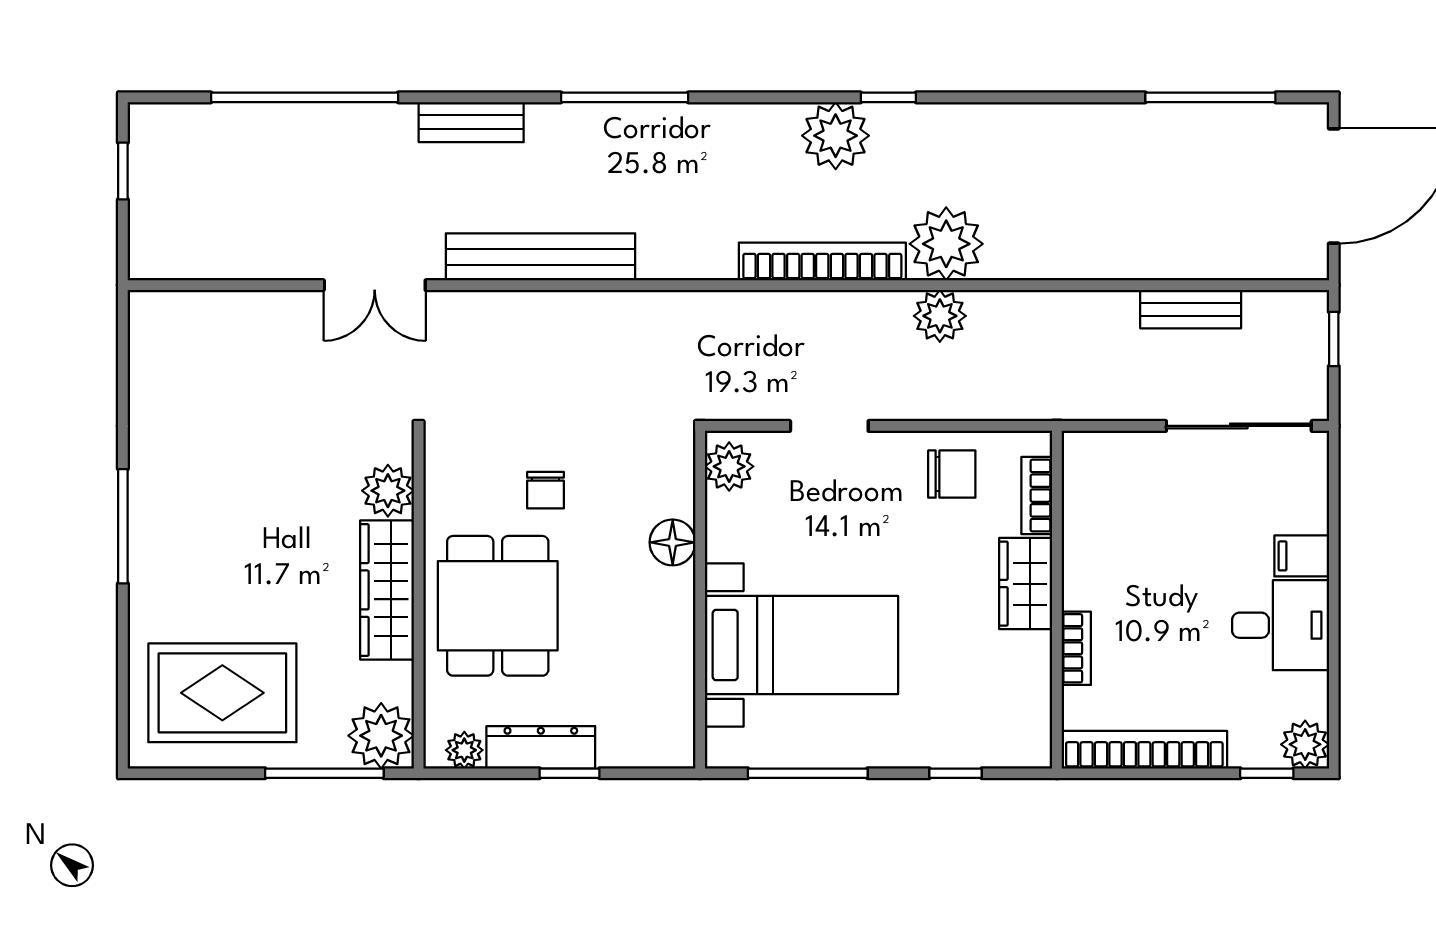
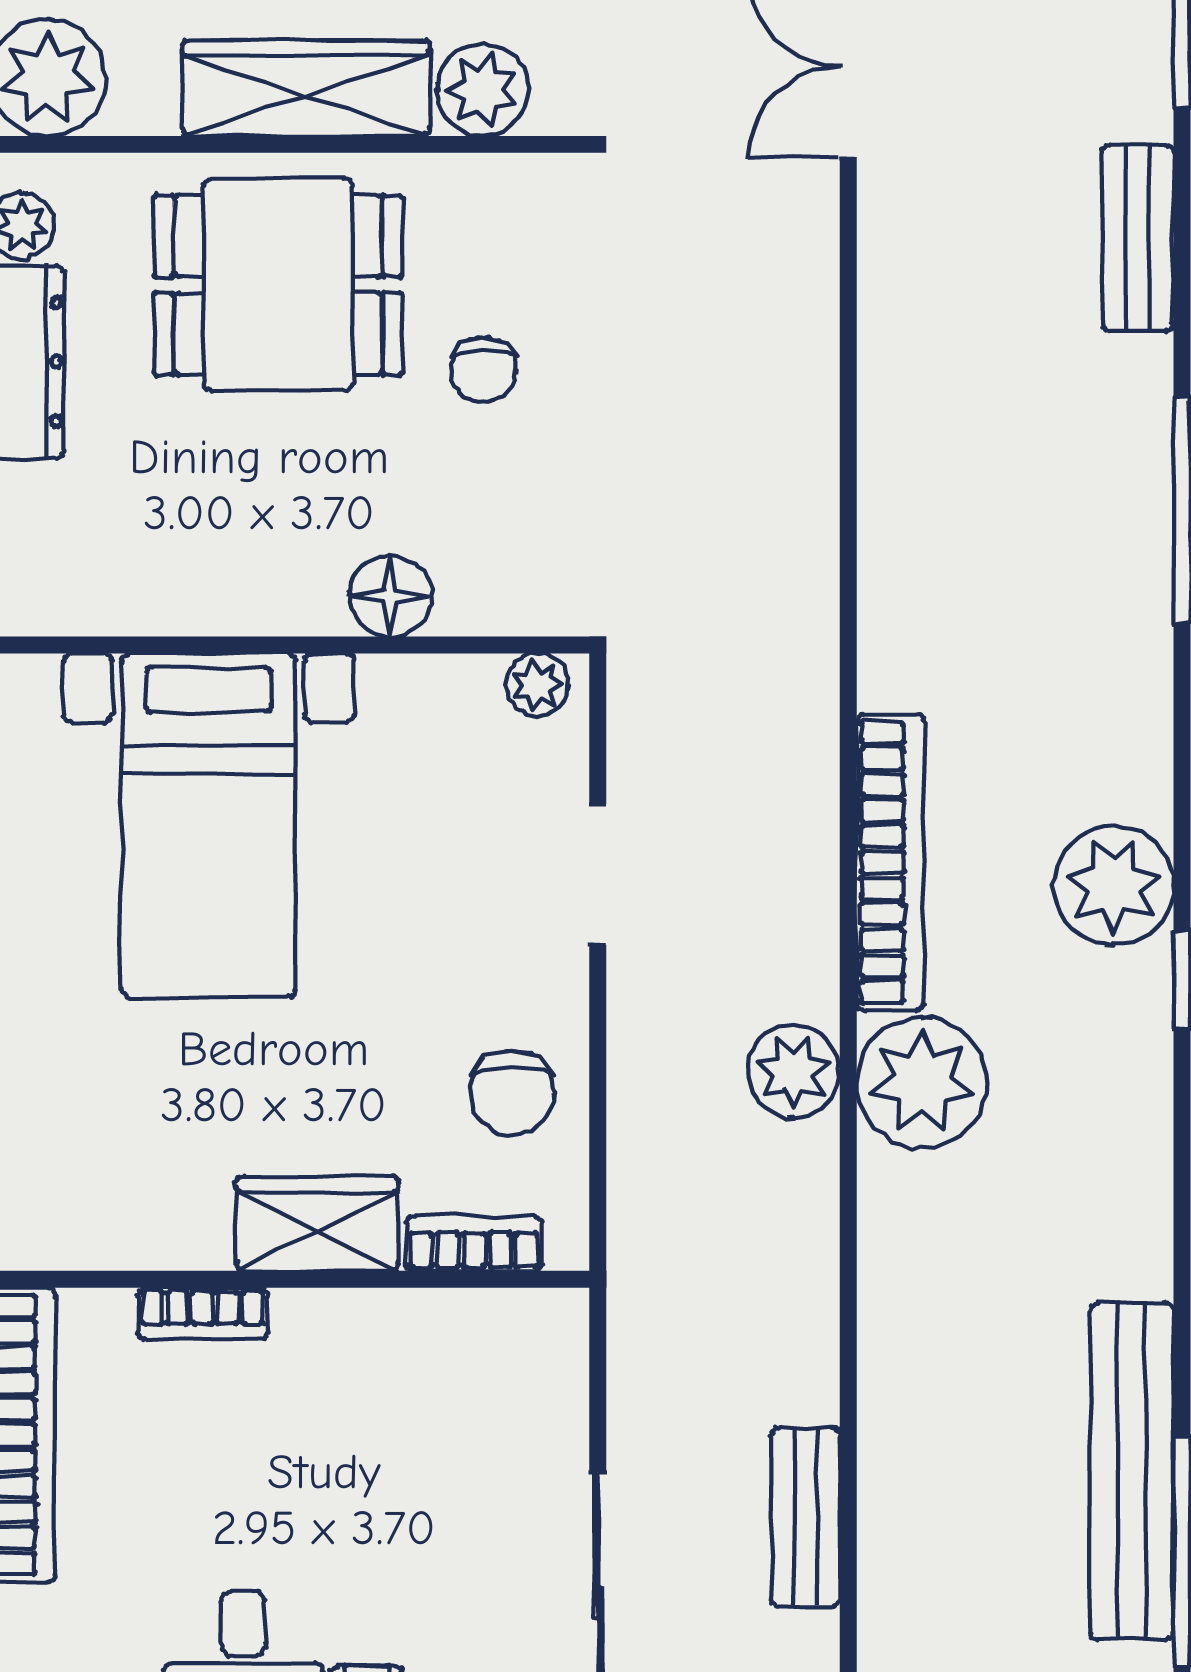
bench: (541, 257) -> (1132, 1471), moved
plant: (729, 466) -> (537, 685), width x0.73, depth x0.73
chair: (546, 490) -> (484, 370), turned -90

